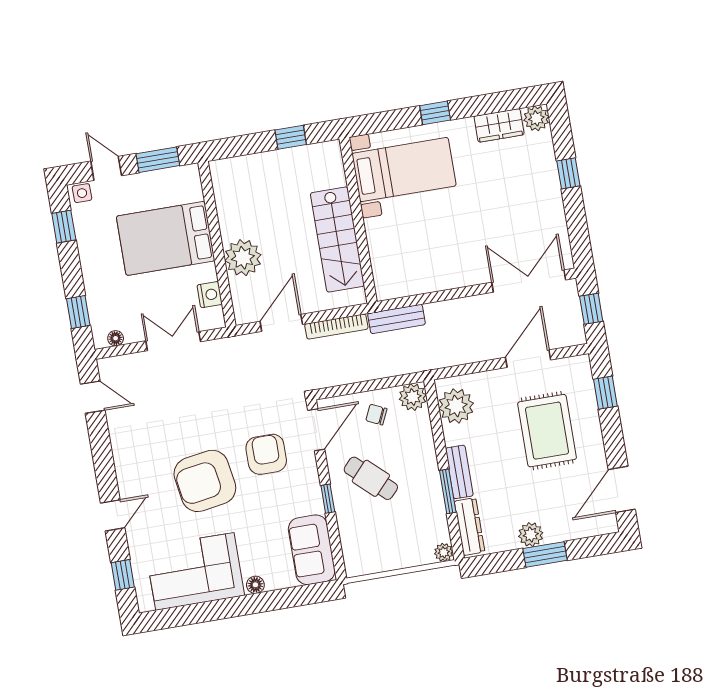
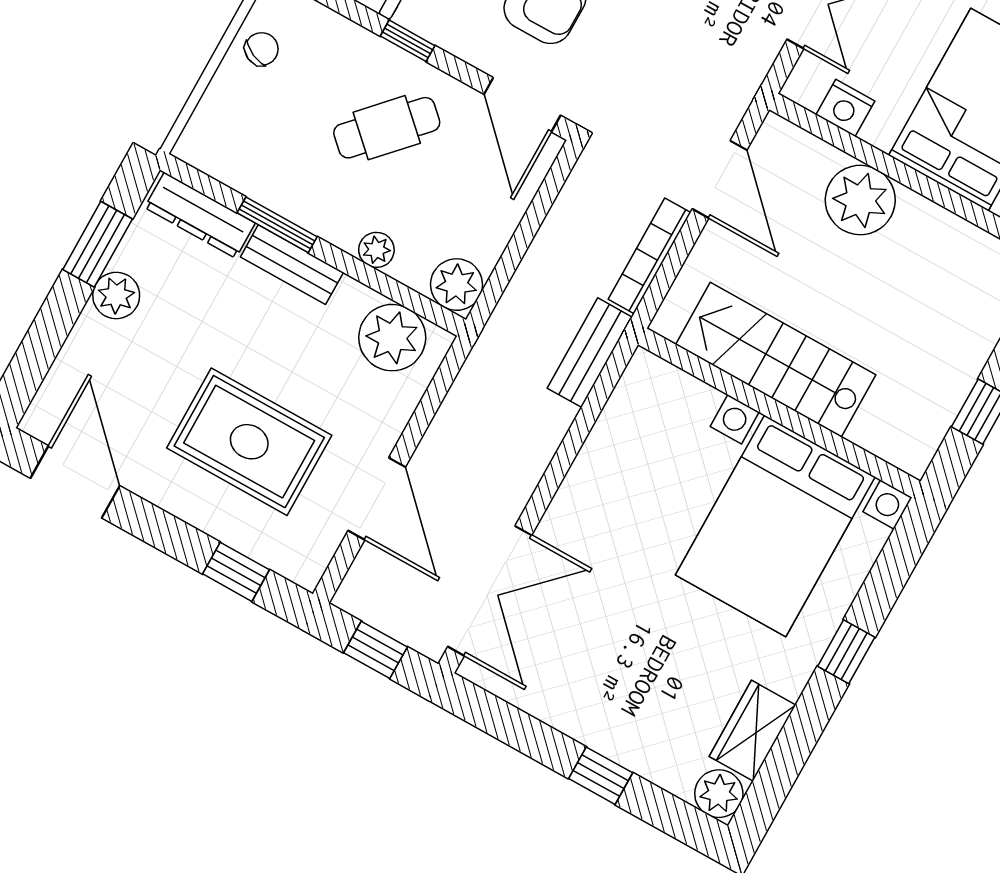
bed with nightstands: (404, 170) -> (775, 526), width x1.36
chair: (376, 415) -> (262, 49), moved
plant: (444, 552) -> (376, 250), moved
window: (545, 554) -> (98, 244), moved

